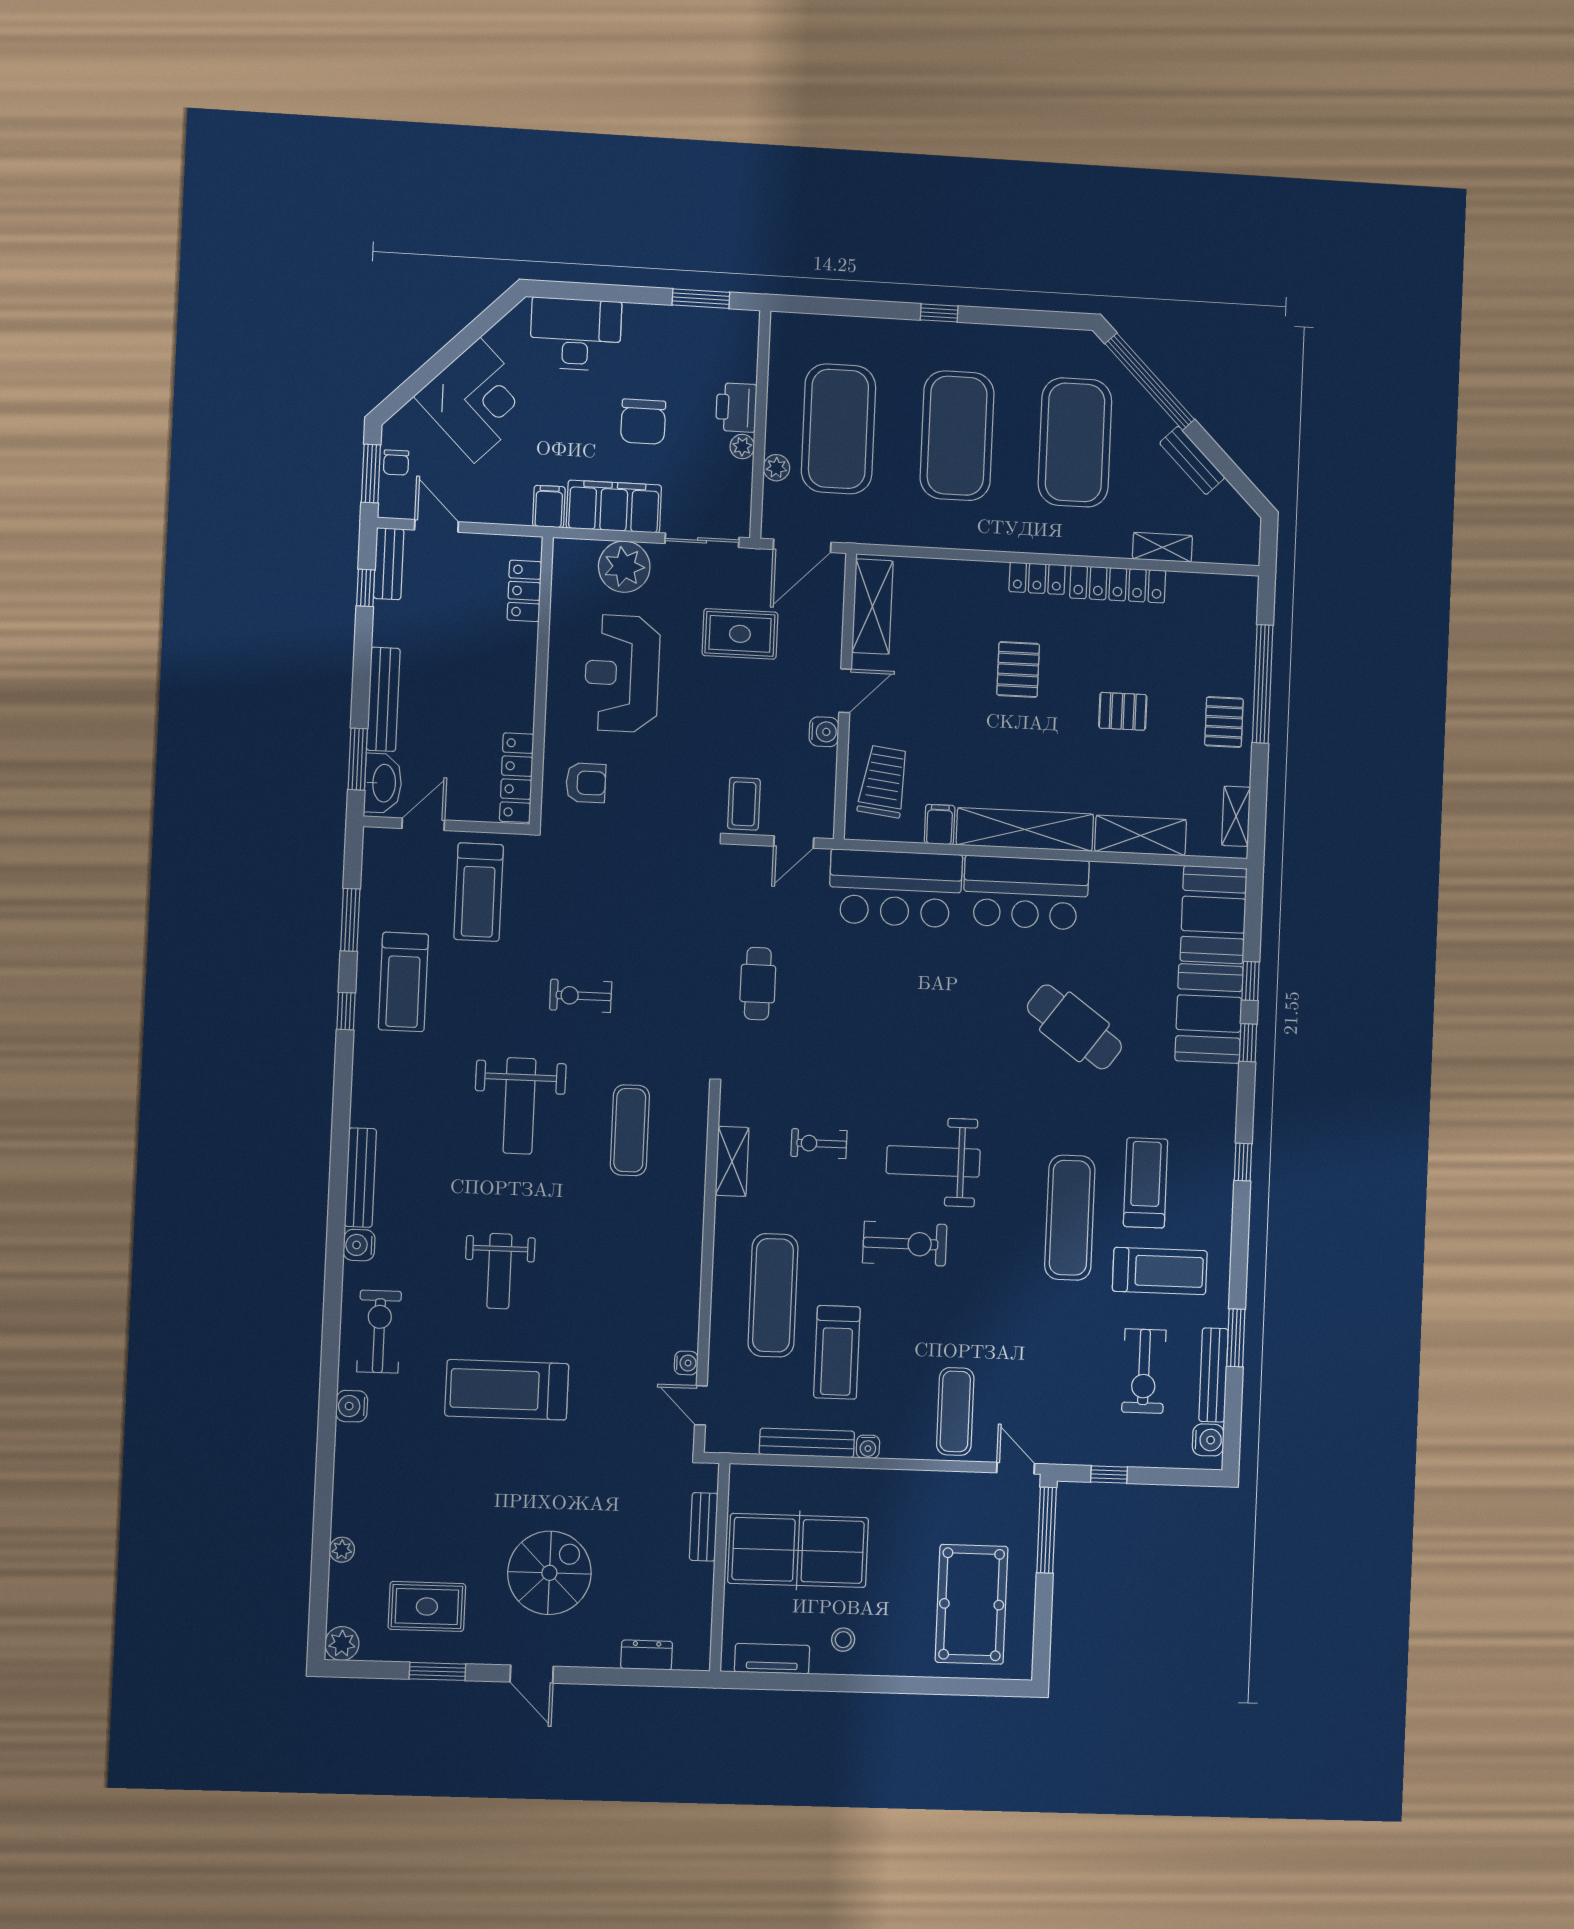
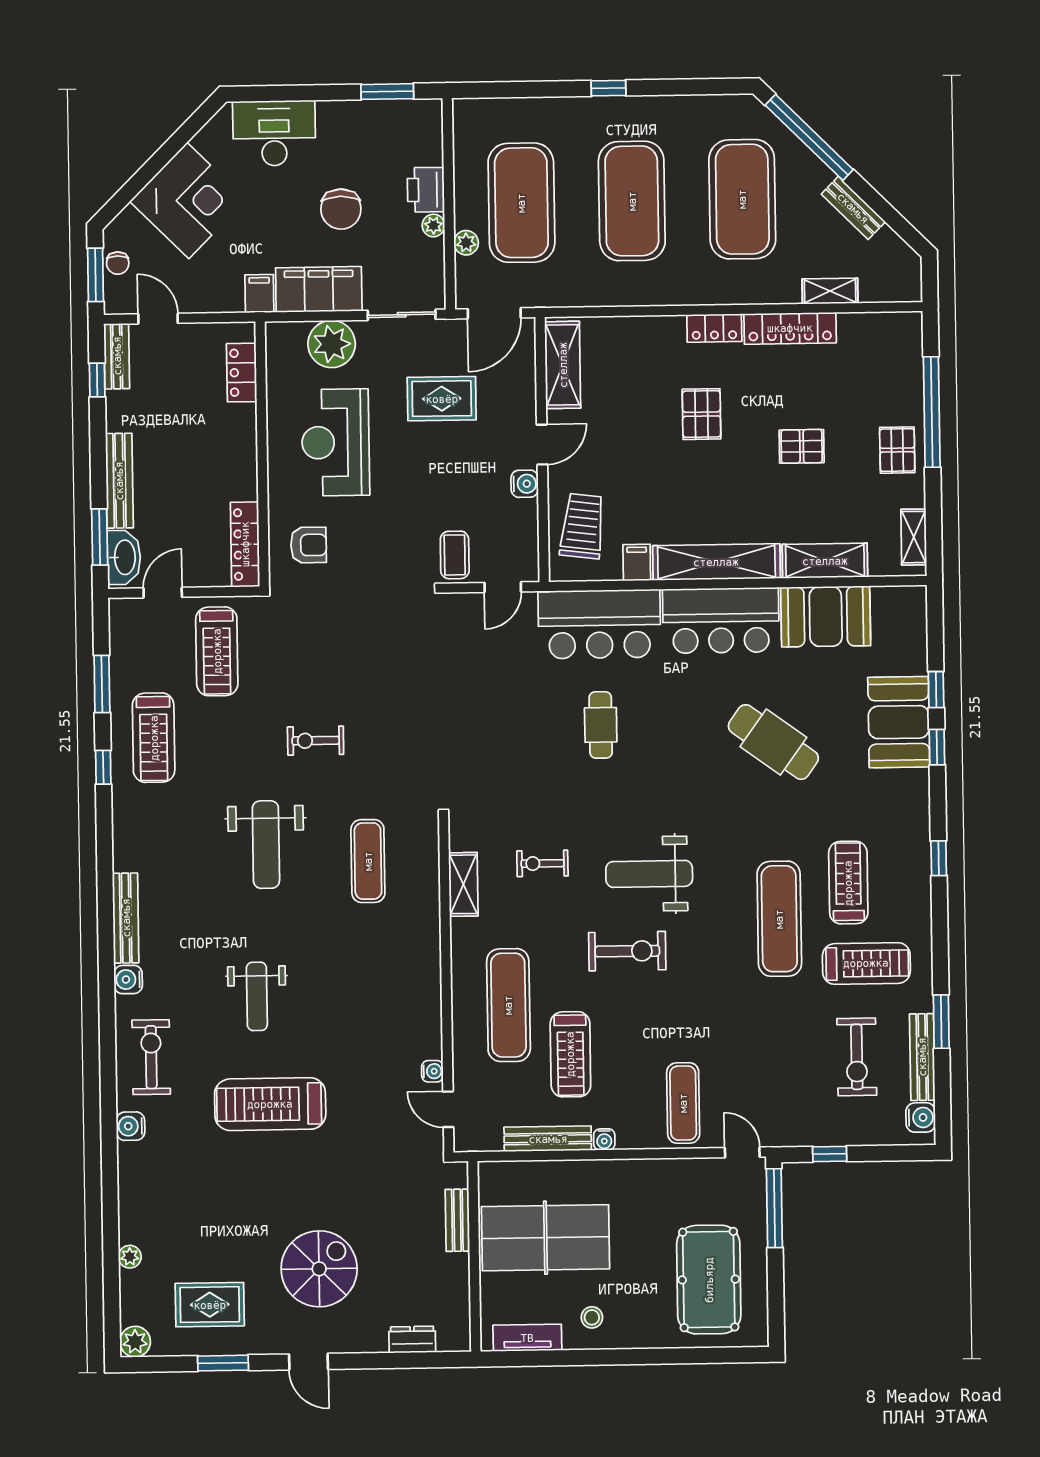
booth: (1214, 915) -> (826, 616), moved, turned 90
cafe table: (758, 984) -> (601, 725), moved

